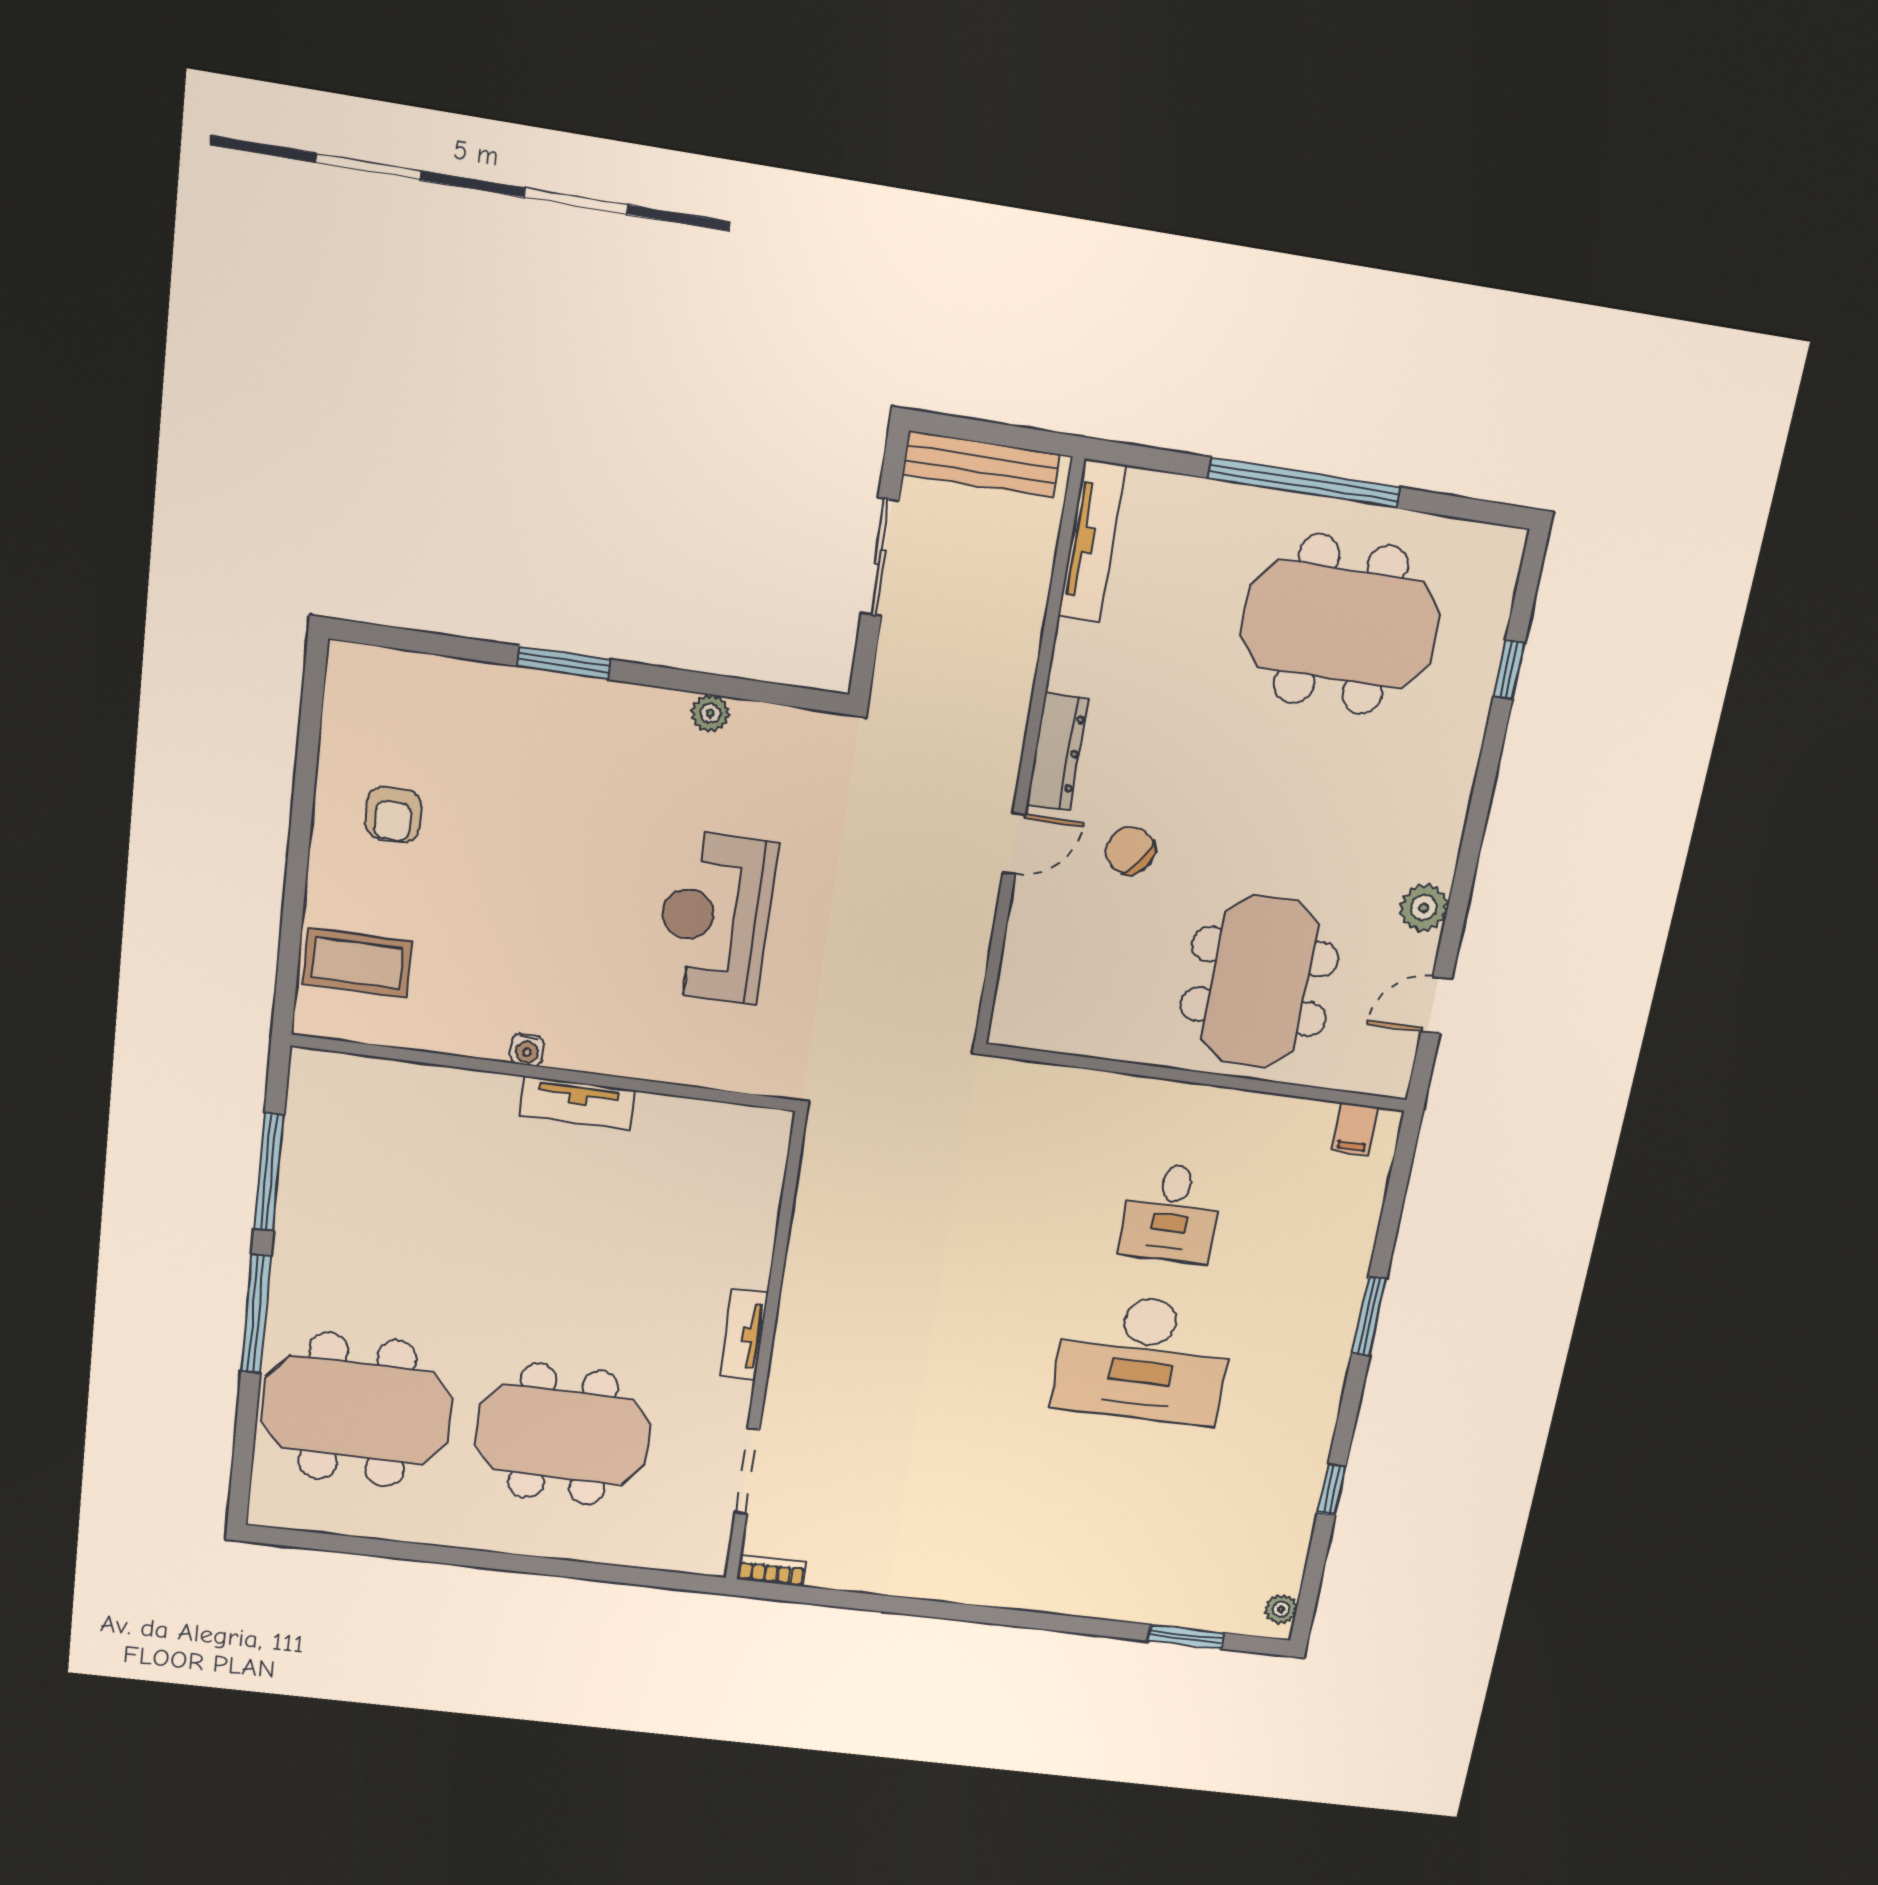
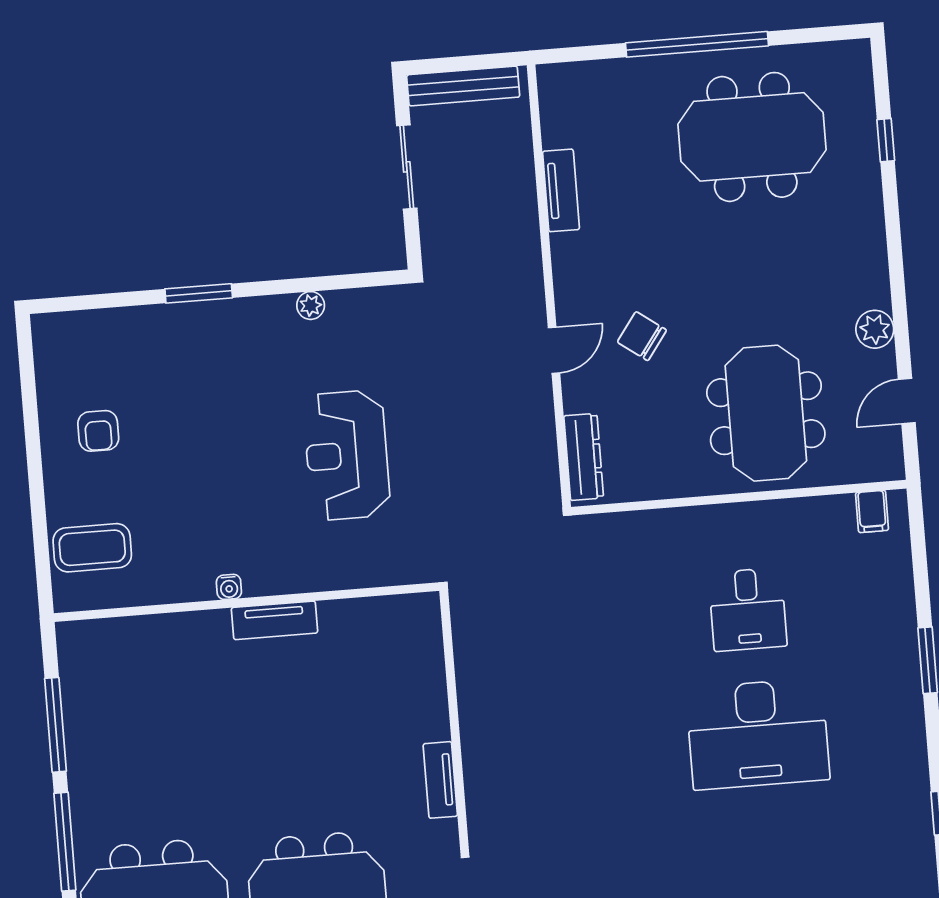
tv unit: (1092, 541) -> (561, 190), moved, width x0.71
dresser: (1057, 752) -> (584, 457), moved

